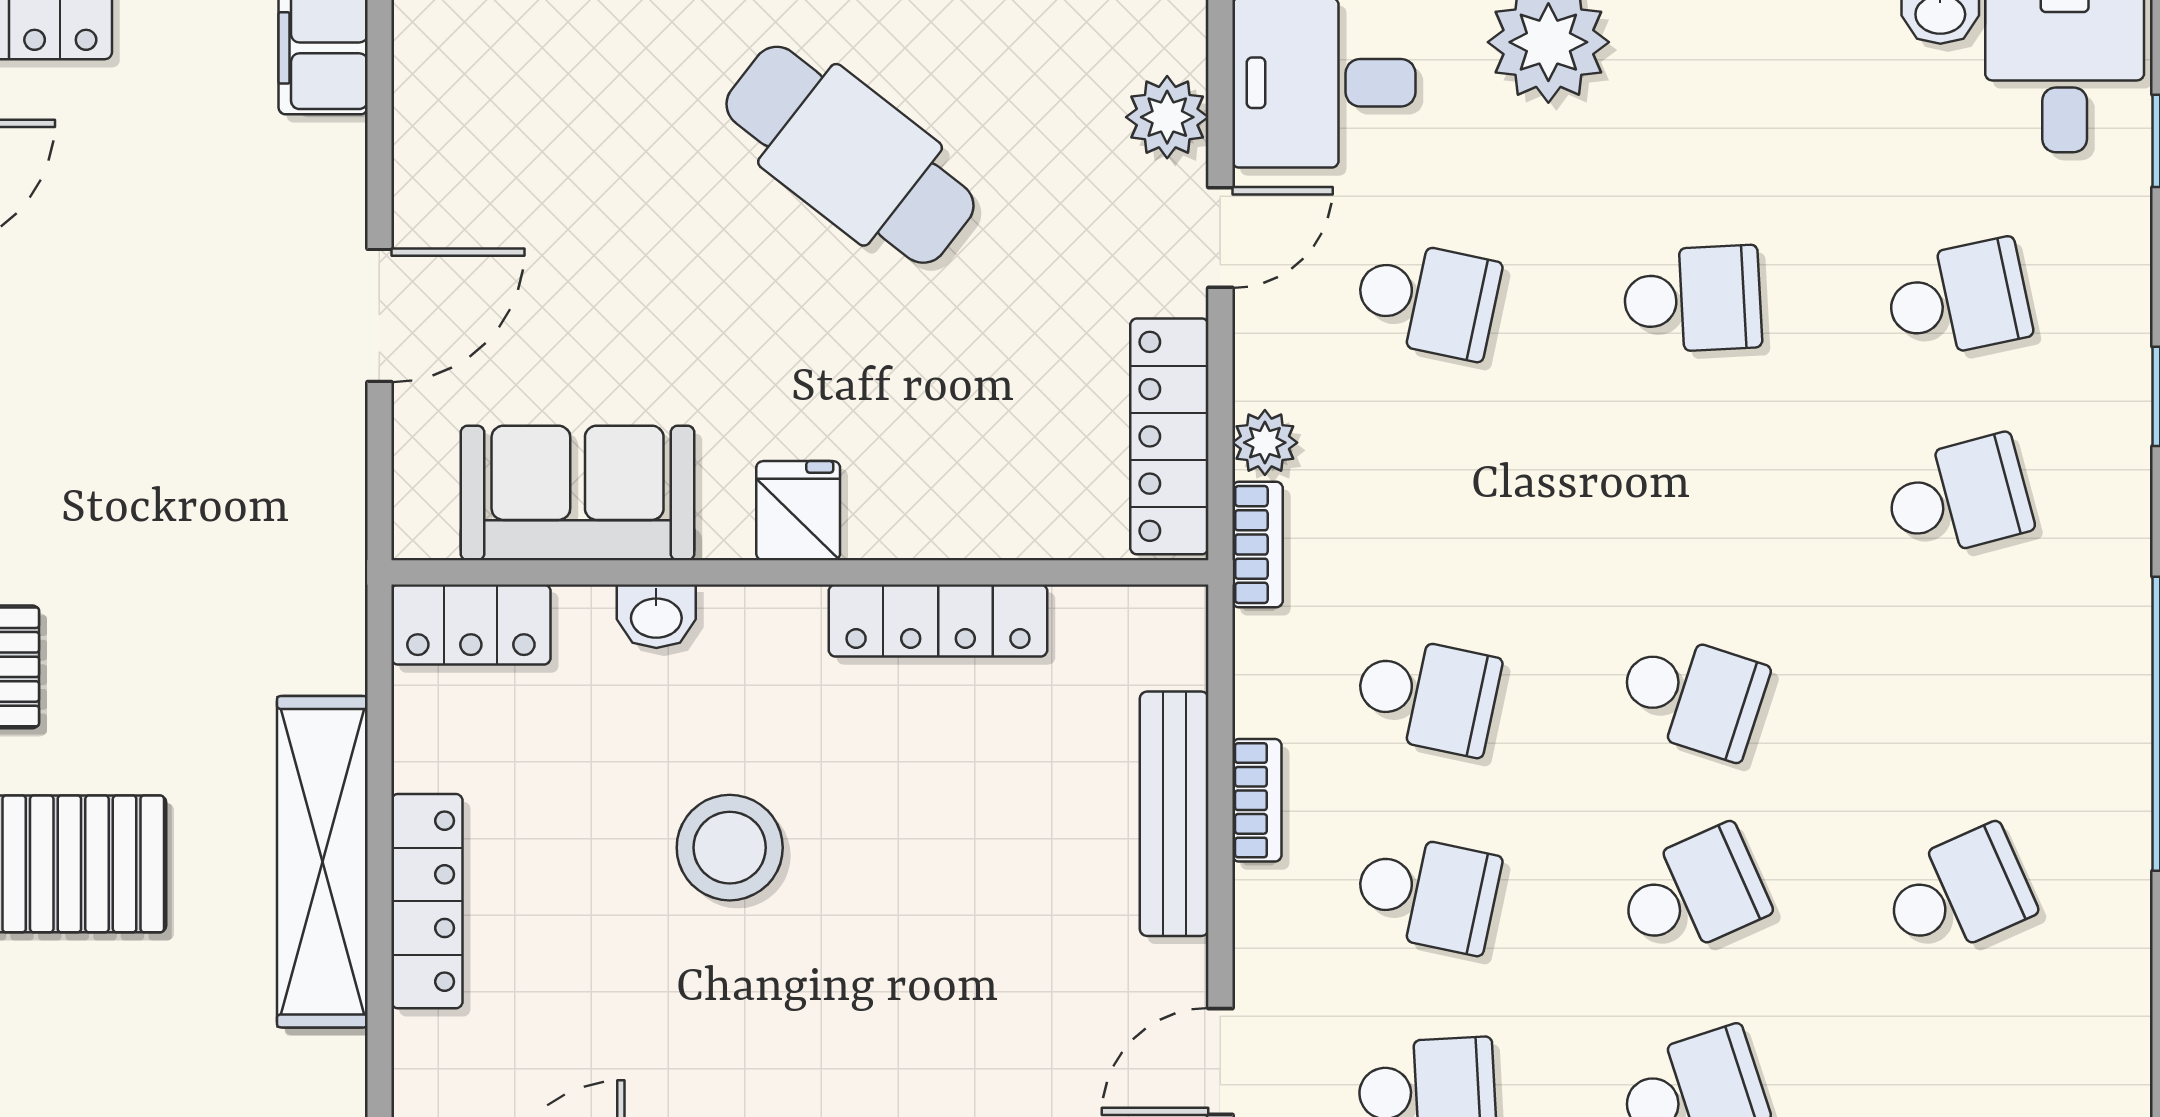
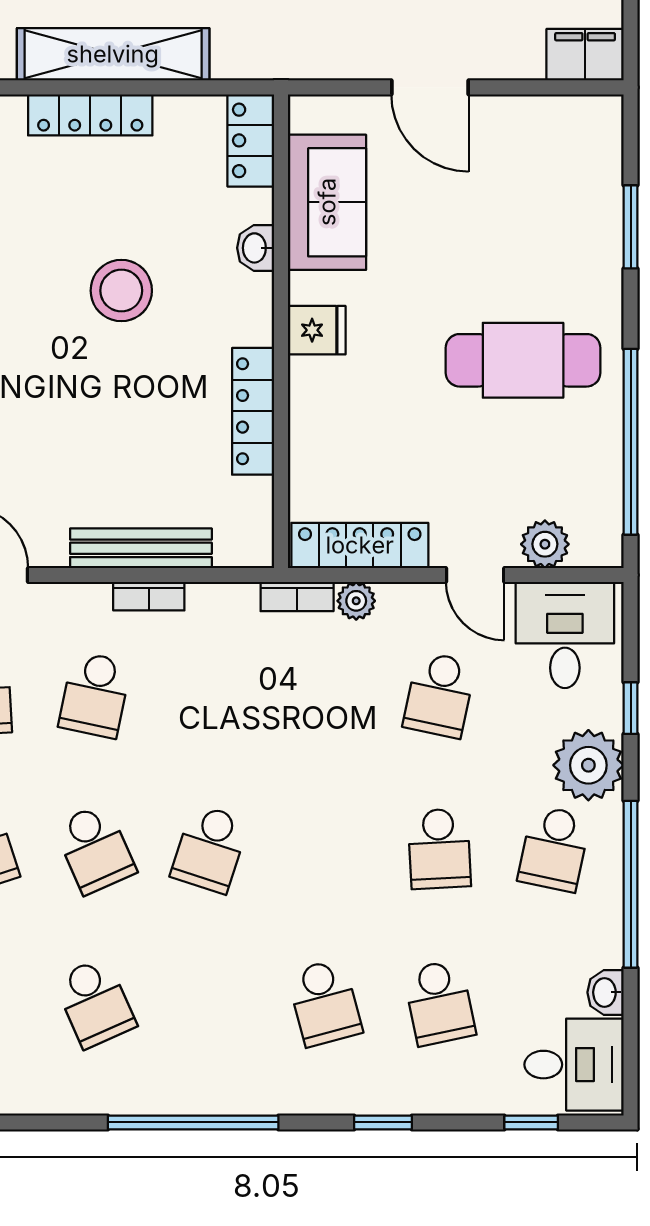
cafe table: (850, 155) -> (523, 360), turned 52
school desk: (1427, 695) -> (554, 849), moved

